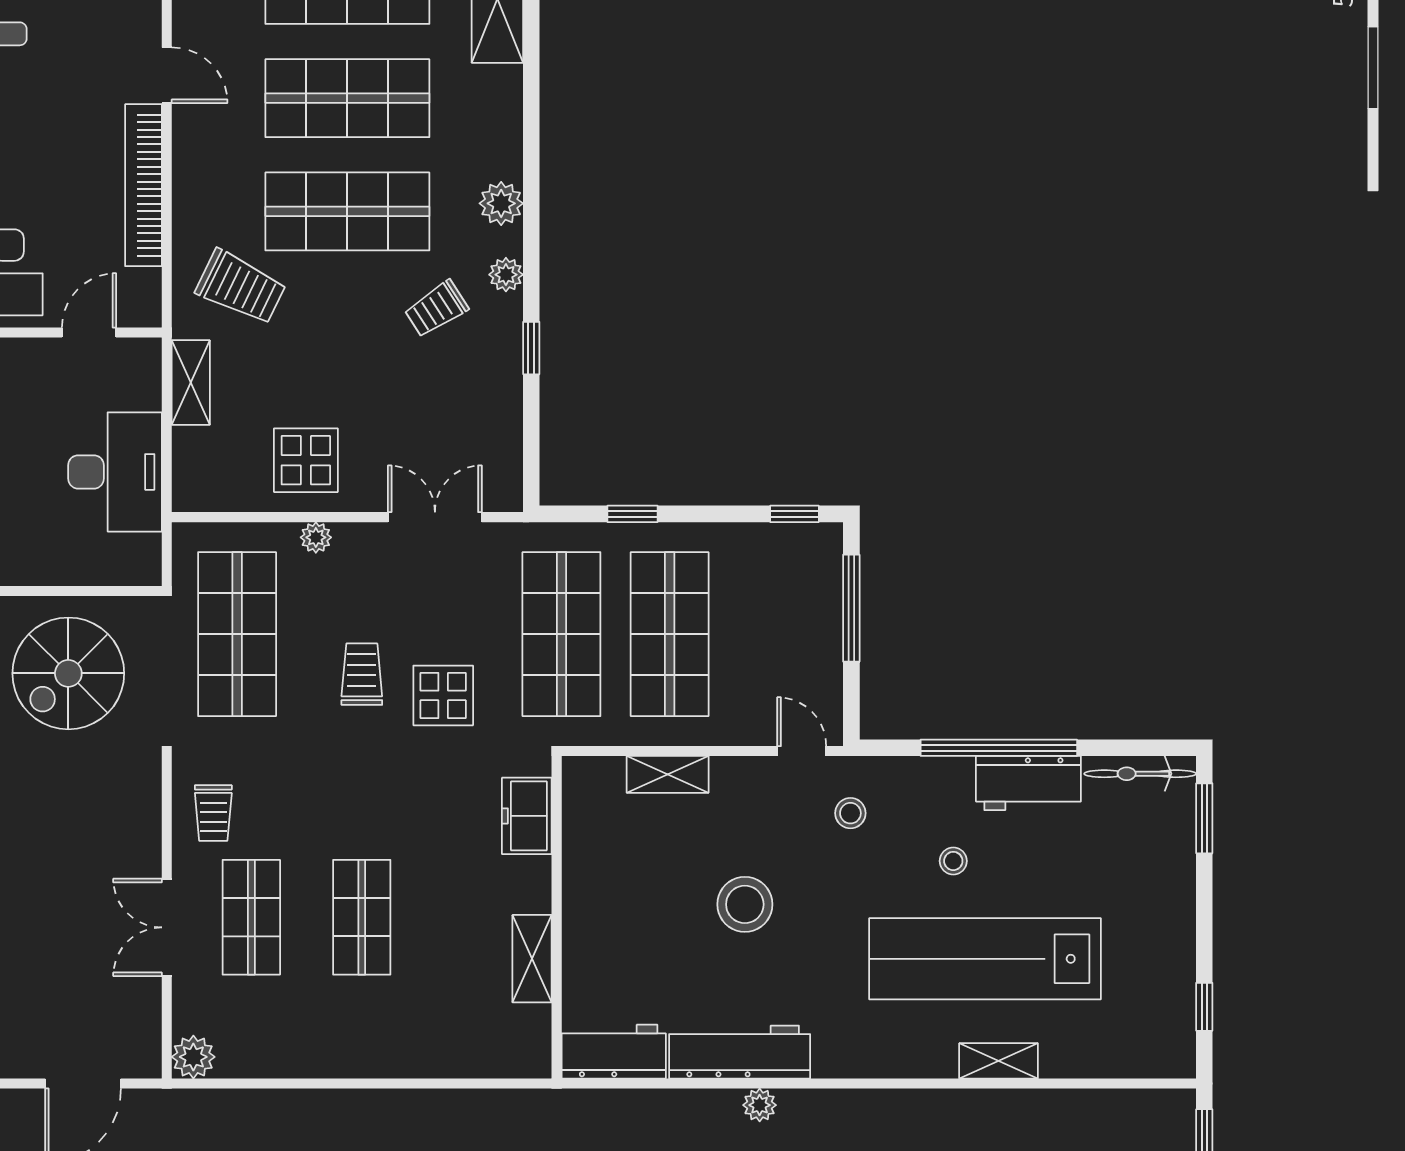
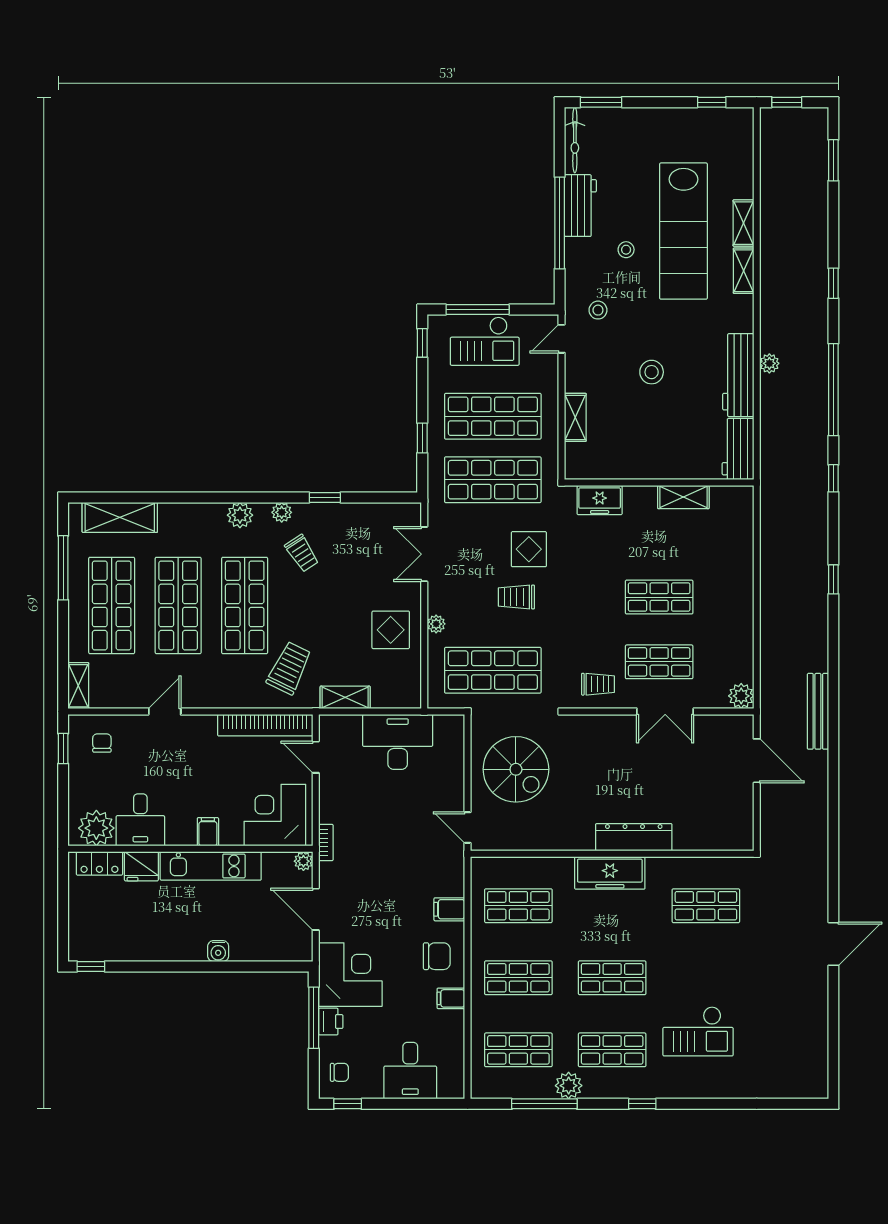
bookcase: (143, 185) -> (265, 725), moved
checkout: (798, 620) -> (485, 341), added
stool: (745, 904) -> (652, 372), width x0.73, depth x0.73
shelving: (917, 1061) -> (744, 271), added

